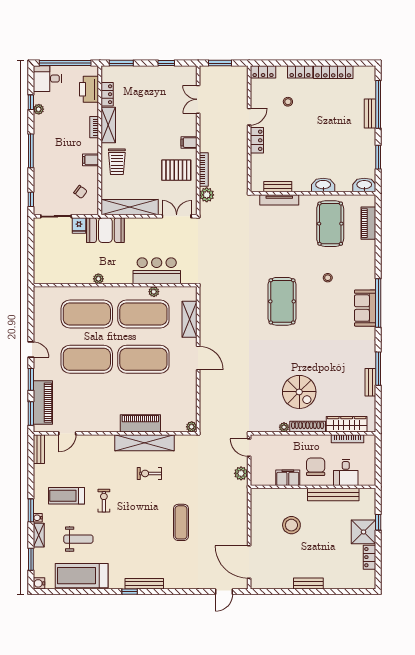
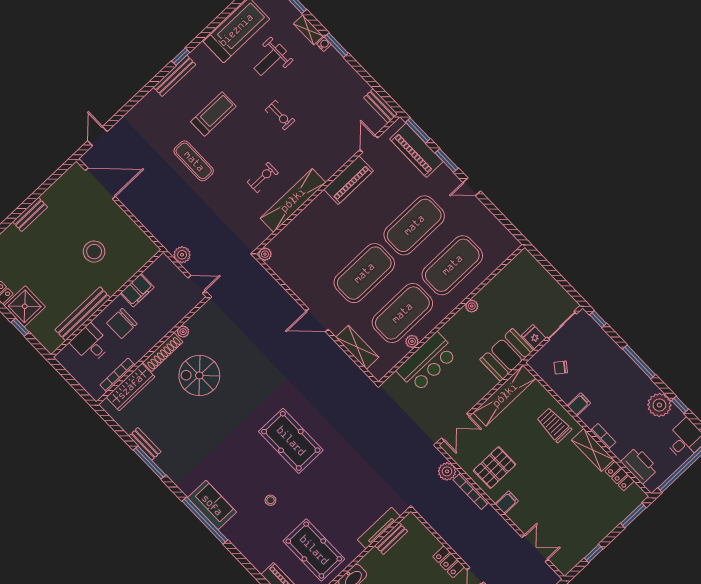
plant: (39, 109) -> (659, 405), width x1.88, depth x1.88
piano: (140, 423) -> (349, 180), moved
chair: (316, 467) -> (122, 323), turned 90
treadmill: (66, 496) -> (213, 114), moved

